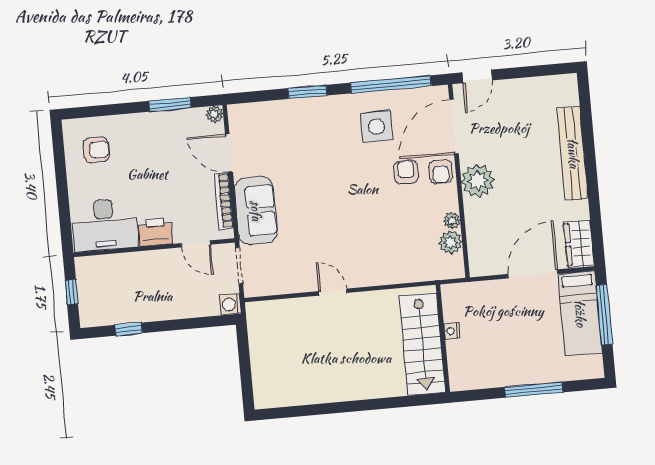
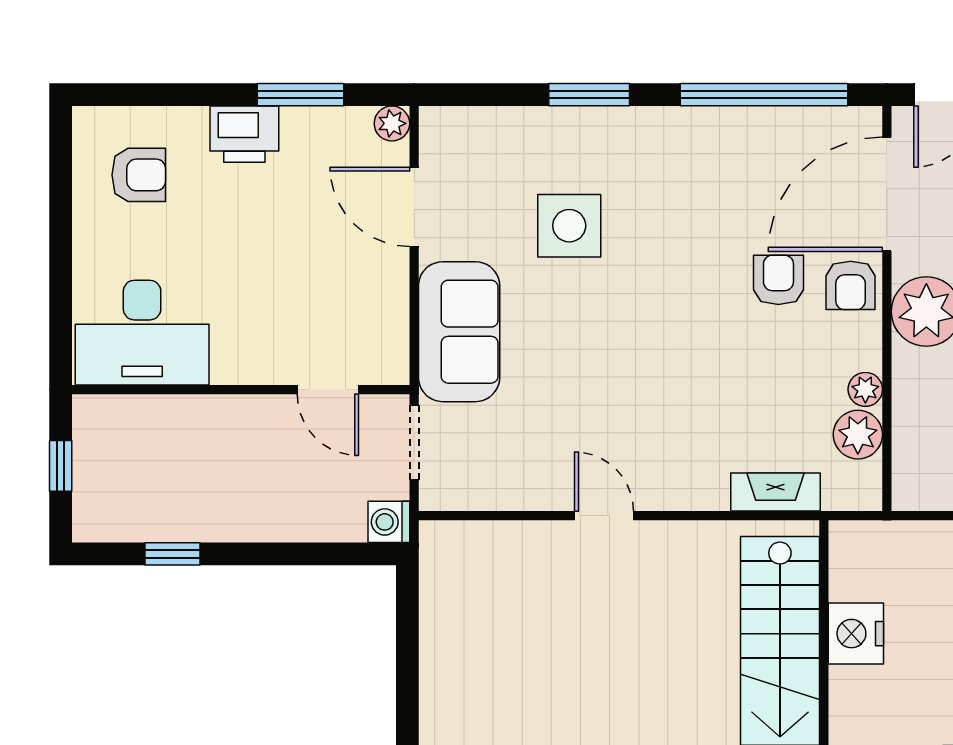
side table: (377, 127) -> (569, 226), moved
bookcase: (224, 201) -> (395, 305), removed
printer: (156, 232) -> (244, 134), moved, turned 180
fireplace: (414, 273) -> (776, 492), added
nightstand: (452, 331) -> (856, 634), width x1.89, depth x1.79

